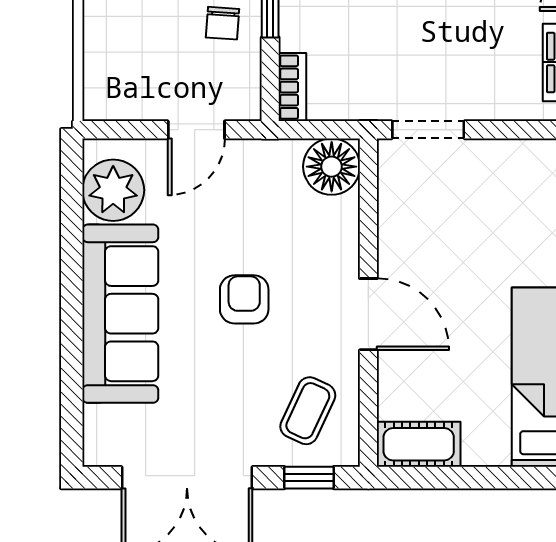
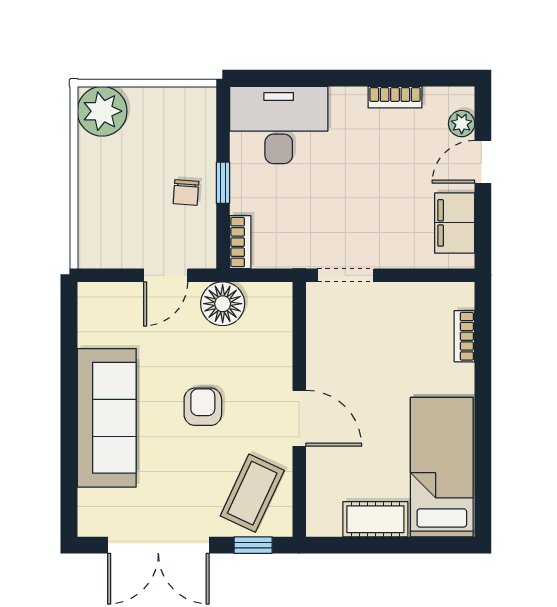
floor lamp: (332, 167) -> (223, 304), moved
plant: (113, 190) -> (101, 322), removed
coffee table: (308, 411) -> (252, 493), width x1.36, depth x1.30
cot: (419, 444) -> (375, 519), moved

